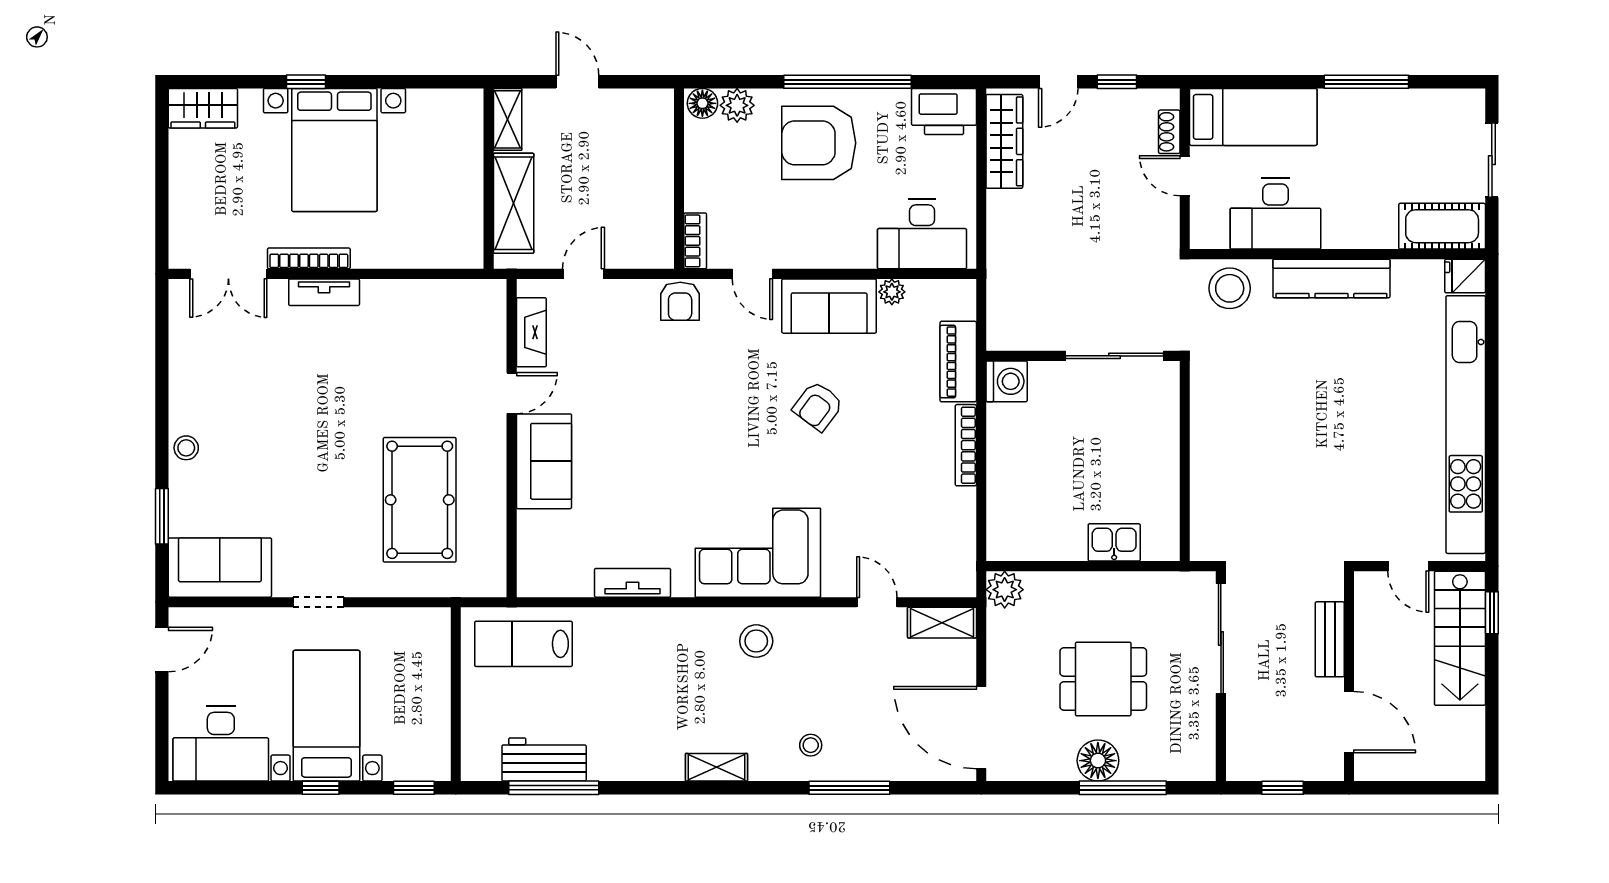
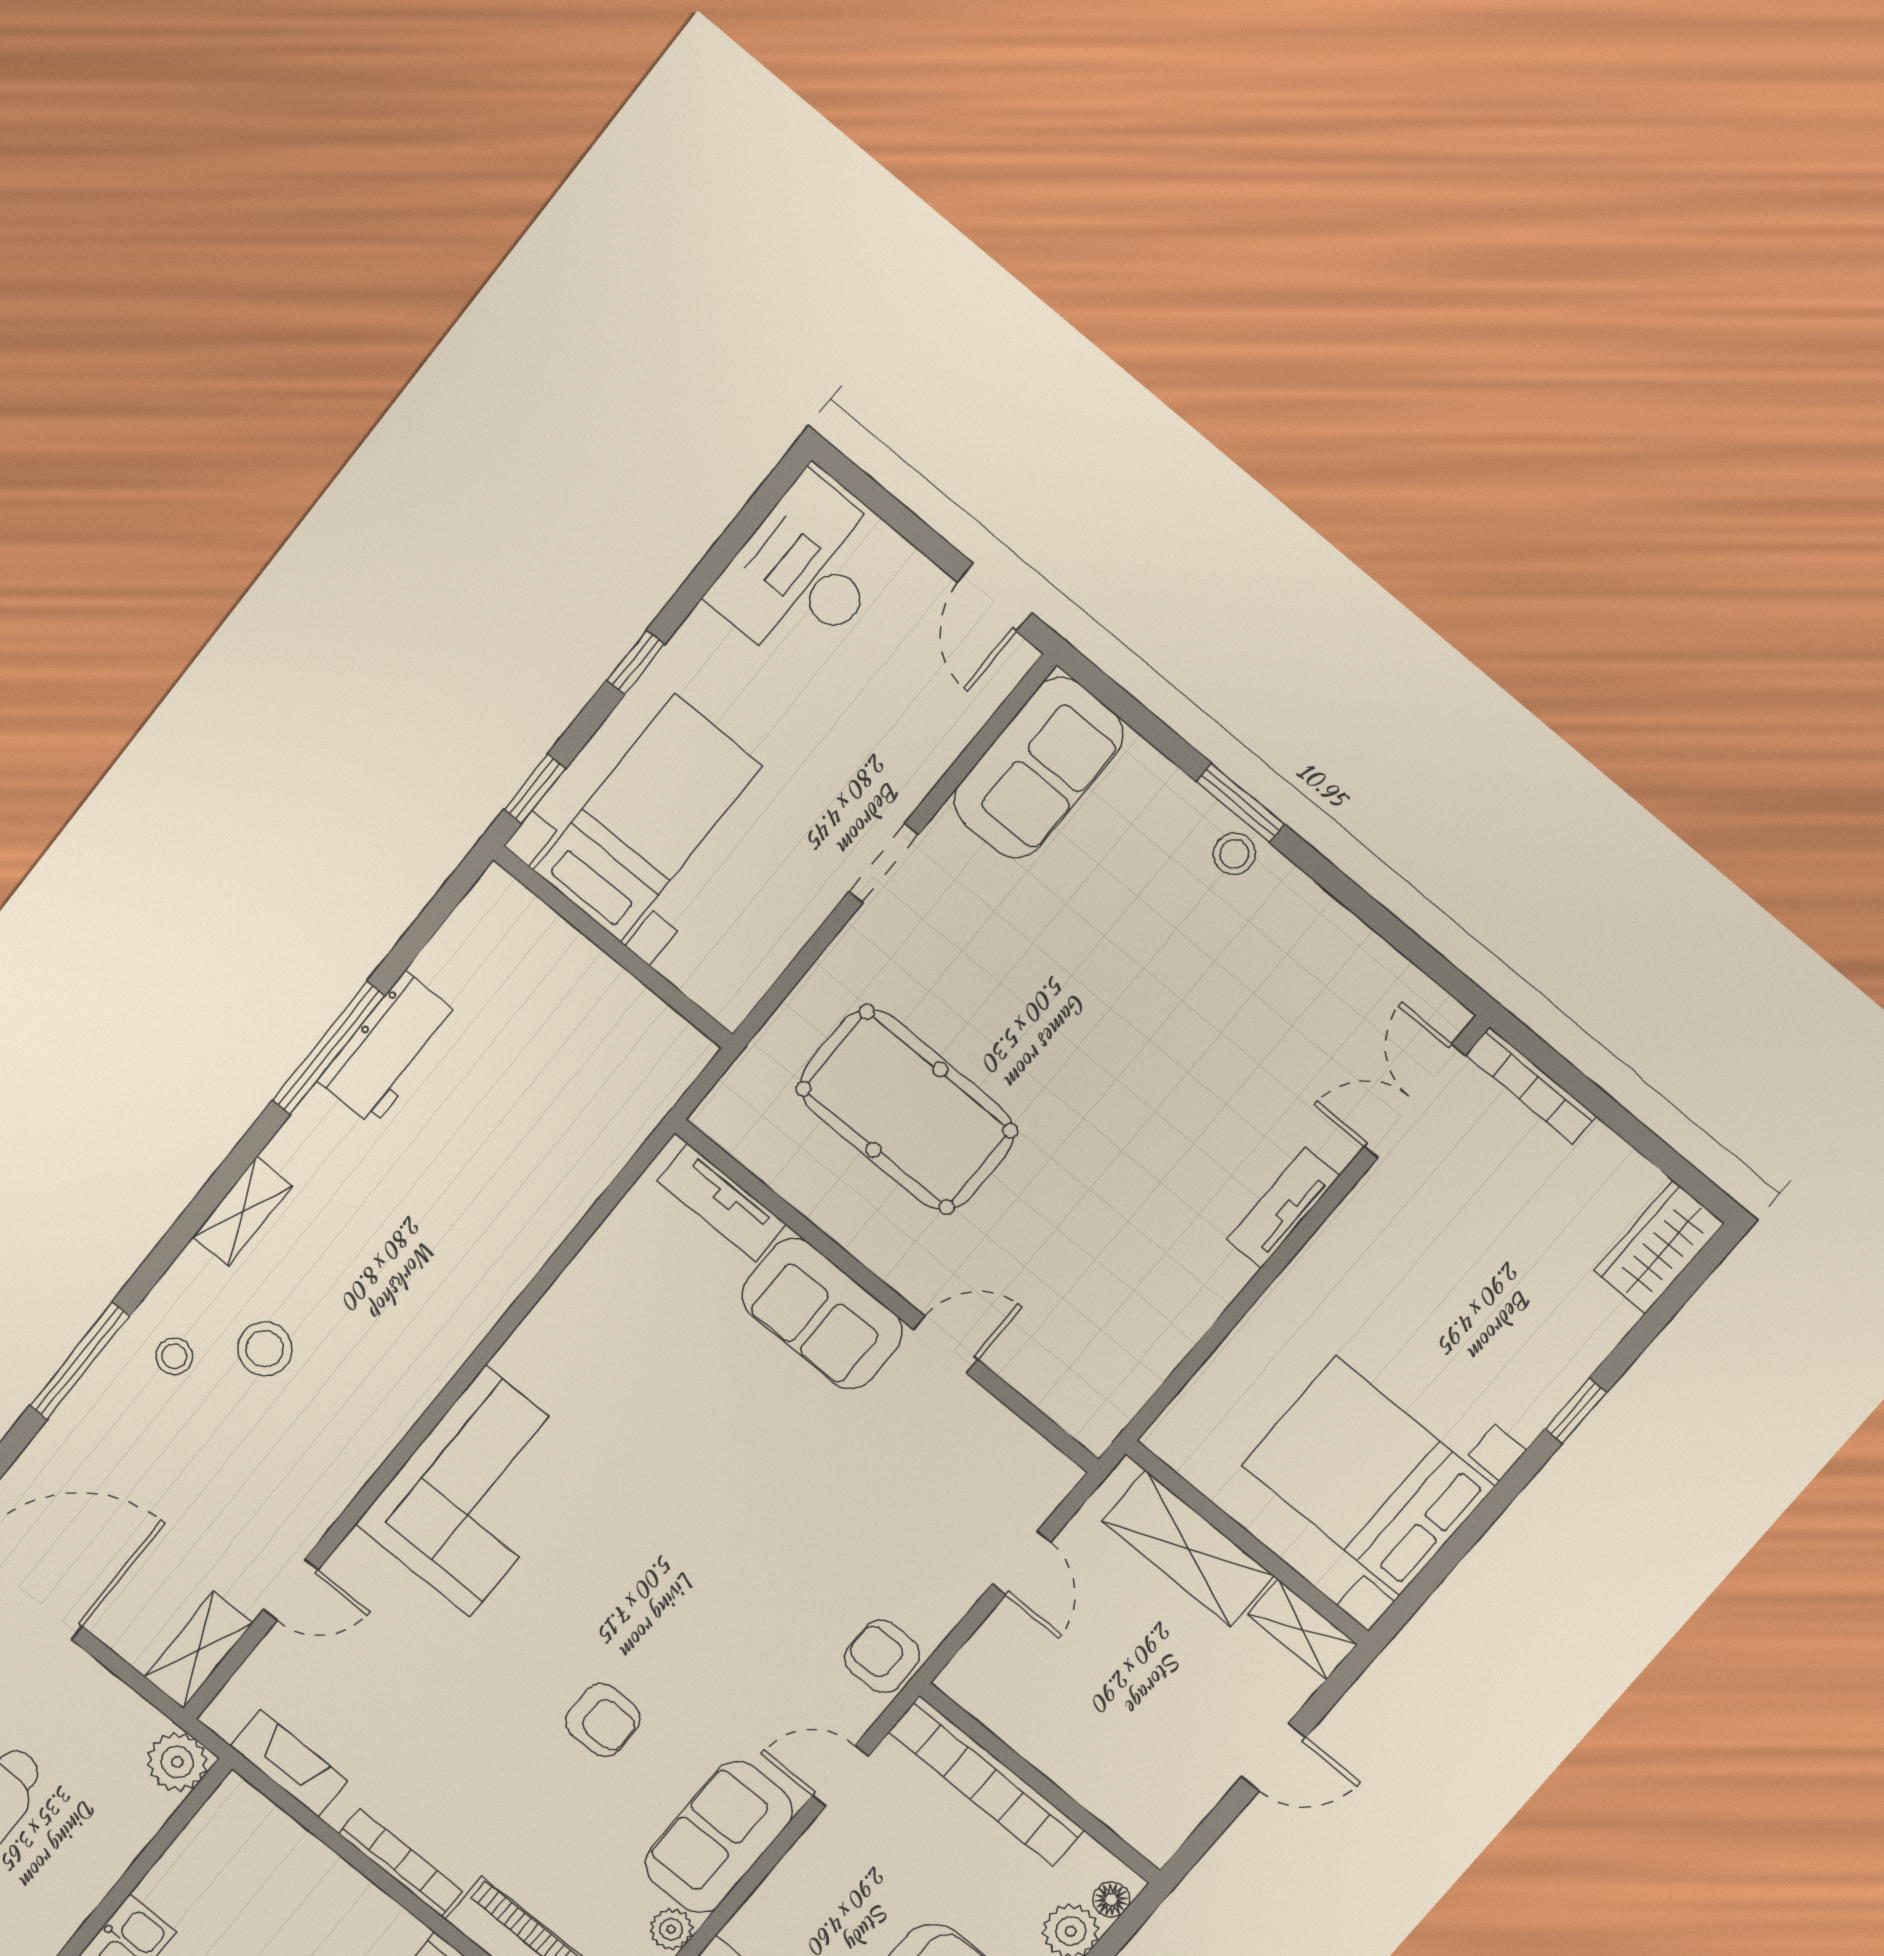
floor lamp: (702, 103) -> (1111, 1900), width x0.73, depth x0.73
bed with nightstands: (334, 150) -> (1368, 1476), moved
bookcase: (695, 241) -> (986, 1781), width x2.31, depth x1.31
bookcase: (309, 258) -> (1531, 1085), moved, turned 90
fireplace: (531, 332) -> (289, 1764), moved, turned 180
door: (512, 393) -> (946, 1344), swing flipped
armchair: (818, 406) -> (603, 1720), turned 143
window: (162, 516) -> (1240, 803), moved
tv unit: (633, 583) -> (722, 1203), moved, turned 90
stool: (756, 641) -> (265, 1349), moved
lab bench: (523, 644) -> (607, 1091), removed
bed with nightstands: (326, 716) -> (647, 818), moved, turned -90
workbench: (544, 760) -> (389, 1048), moved
window: (554, 788) -> (329, 1048), moved

